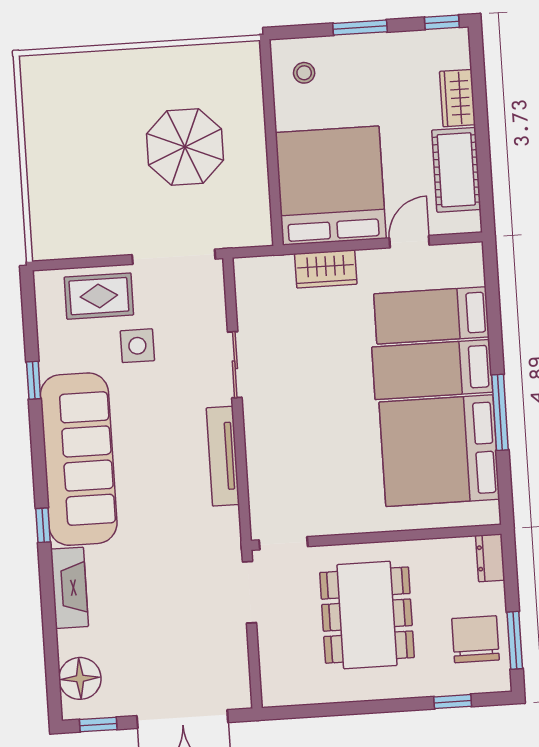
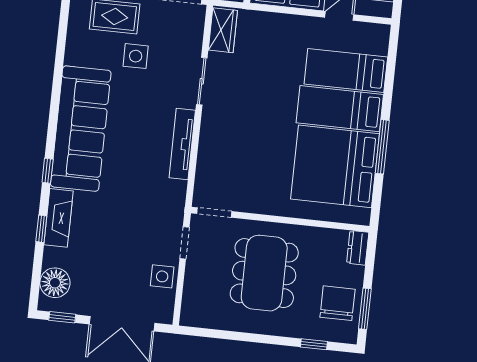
wardrobe: (326, 269) -> (223, 30), moved, turned -90
window: (34, 380) -> (41, 229), moved
doorway: (249, 592) -> (184, 243), width x0.73
side table: (227, 644) -> (162, 276), added

